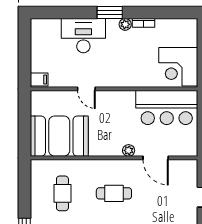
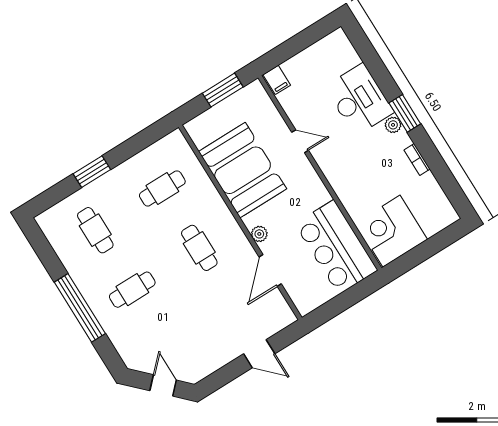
plant: (125, 24) -> (393, 125), moved
door: (86, 89) -> (300, 141), swing flipped
window: (24, 117) -> (223, 90), added
booth: (59, 136) -> (243, 170), moved

